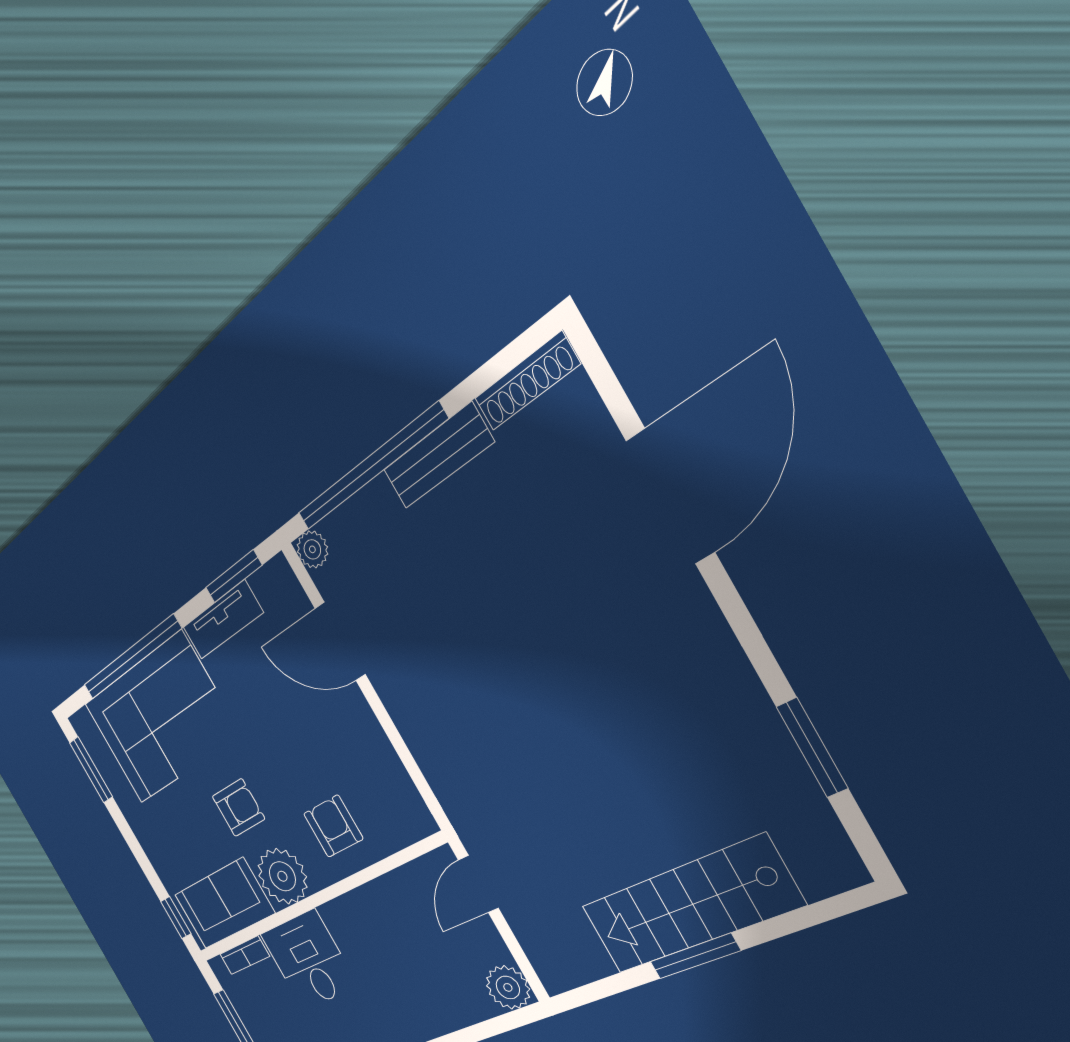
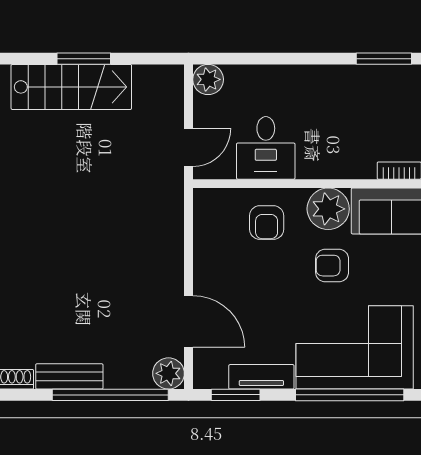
plant: (312, 549) -> (168, 373), width x1.38, depth x1.38
desk: (309, 960) -> (266, 148), moved

